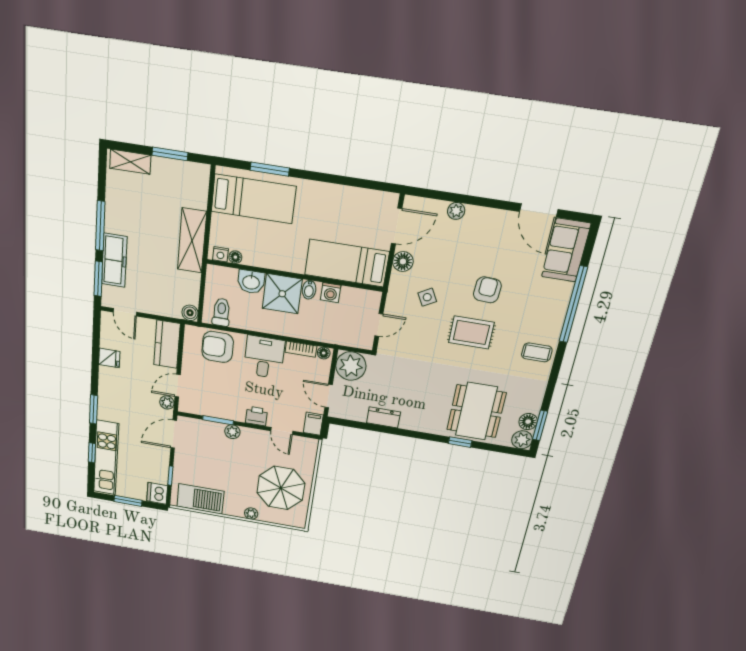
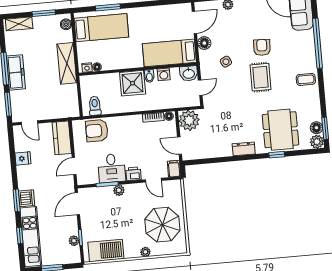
freezer: (114, 260) -> (16, 72), moved
washbasin: (251, 282) -> (189, 73), moved
boiler: (190, 313) -> (66, 24), moved
rug: (471, 333) -> (261, 77), turned 90
desk: (264, 357) -> (111, 168), moved, turned 180
plant: (167, 402) -> (74, 241), moved
dresser: (384, 417) -> (244, 149), moved
dishwasher: (157, 493) -> (27, 198), moved, turned 180

